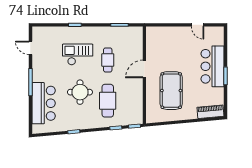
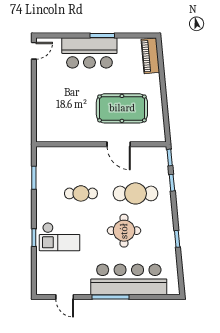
door: (198, 25) -> (34, 51), moved
door: (30, 48) -> (65, 297), hinge flipped
checkout: (78, 55) -> (60, 237), moved, turned -90
door: (144, 69) -> (119, 144), moved
bar counter: (44, 103) -> (129, 279), width x1.36

